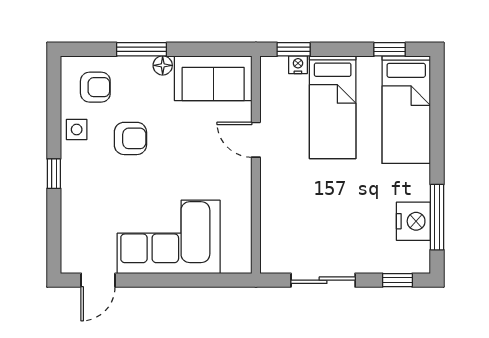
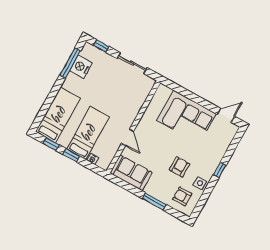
window: (294, 49) -> (71, 155), moved
floor lamp: (163, 65) -> (149, 190), removed
armchair: (130, 138) -> (180, 167), turned 90

